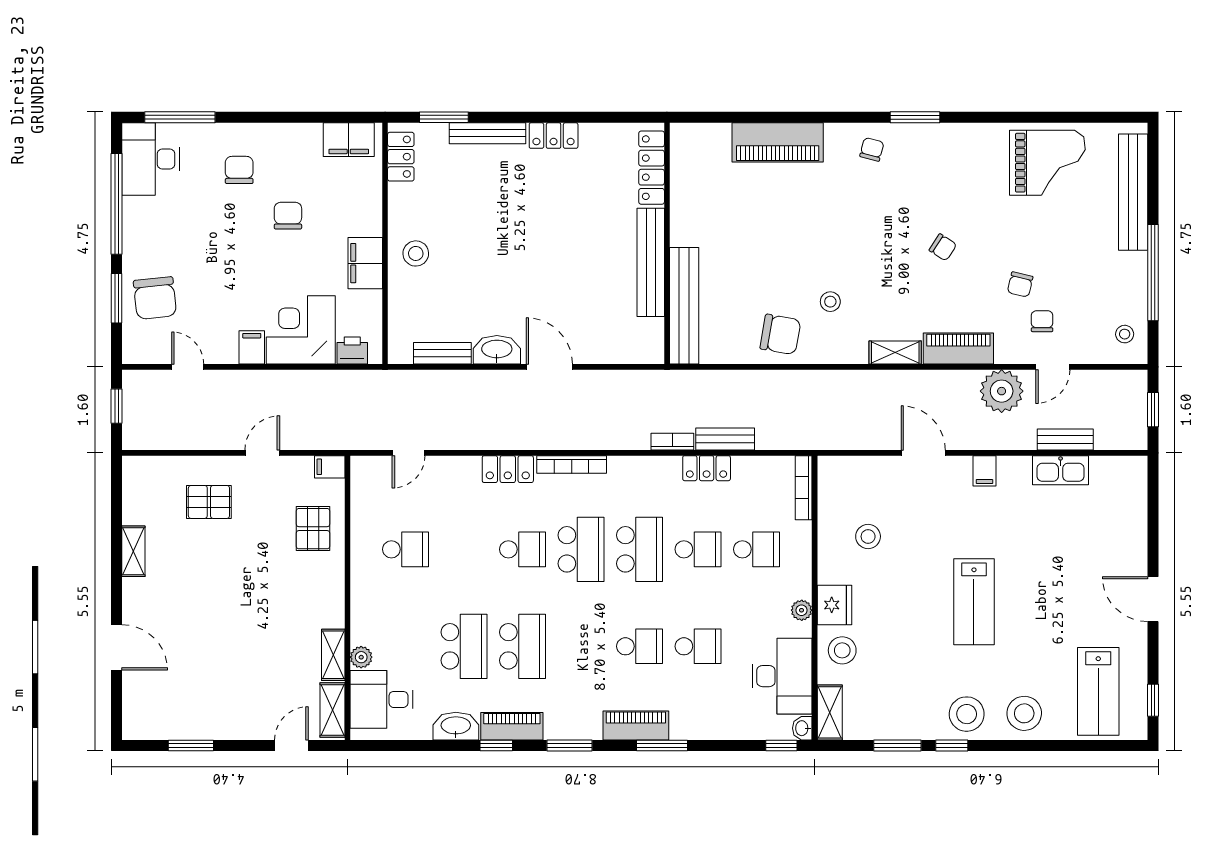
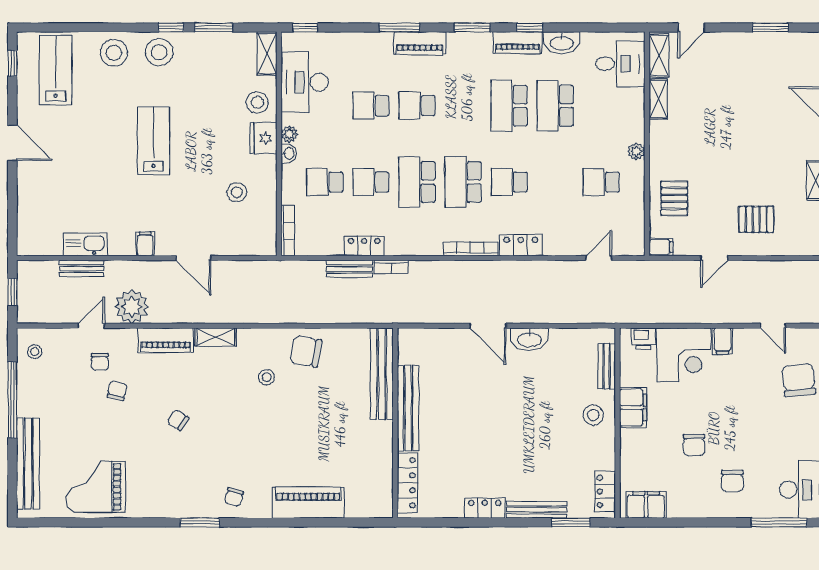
bench: (442, 353) -> (607, 366), moved, turned 90
plant: (361, 657) -> (636, 151), moved
washbasin: (802, 728) -> (289, 153), moved

